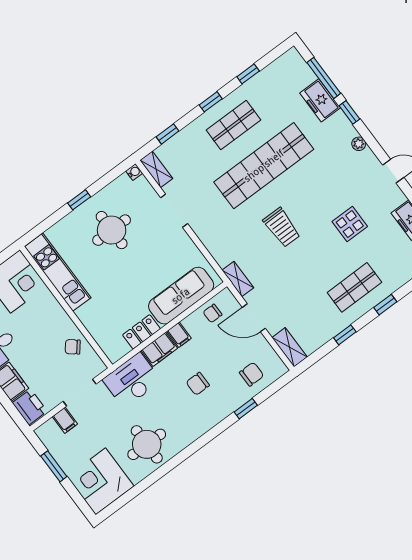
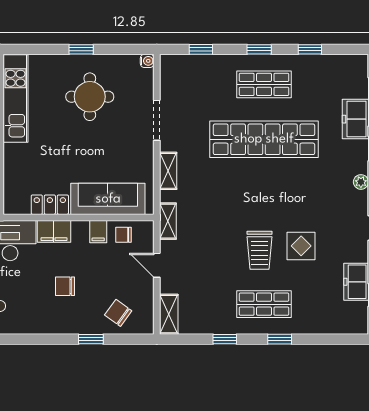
shelving: (156, 169) -> (168, 171), moved
trolley: (282, 227) -> (259, 250), moved
door: (254, 318) -> (157, 265), width x0.73
filing cabinet: (179, 335) -> (98, 232), moved
chair: (252, 374) -> (118, 313), turned -144

